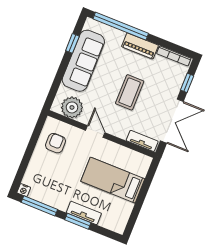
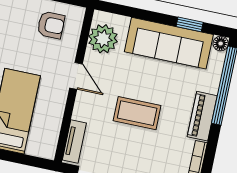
floor lamp: (90, 24) -> (221, 44), added
door: (95, 132) -> (76, 76), hinge flipped

